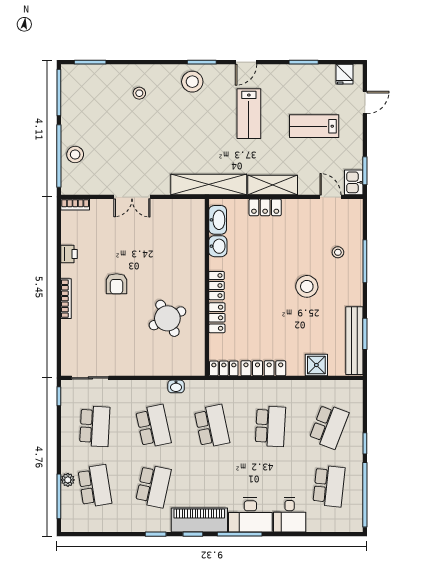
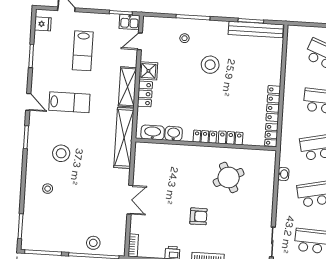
stool: (192, 82) -> (61, 153), moved
shower: (316, 365) -> (148, 71), moved

